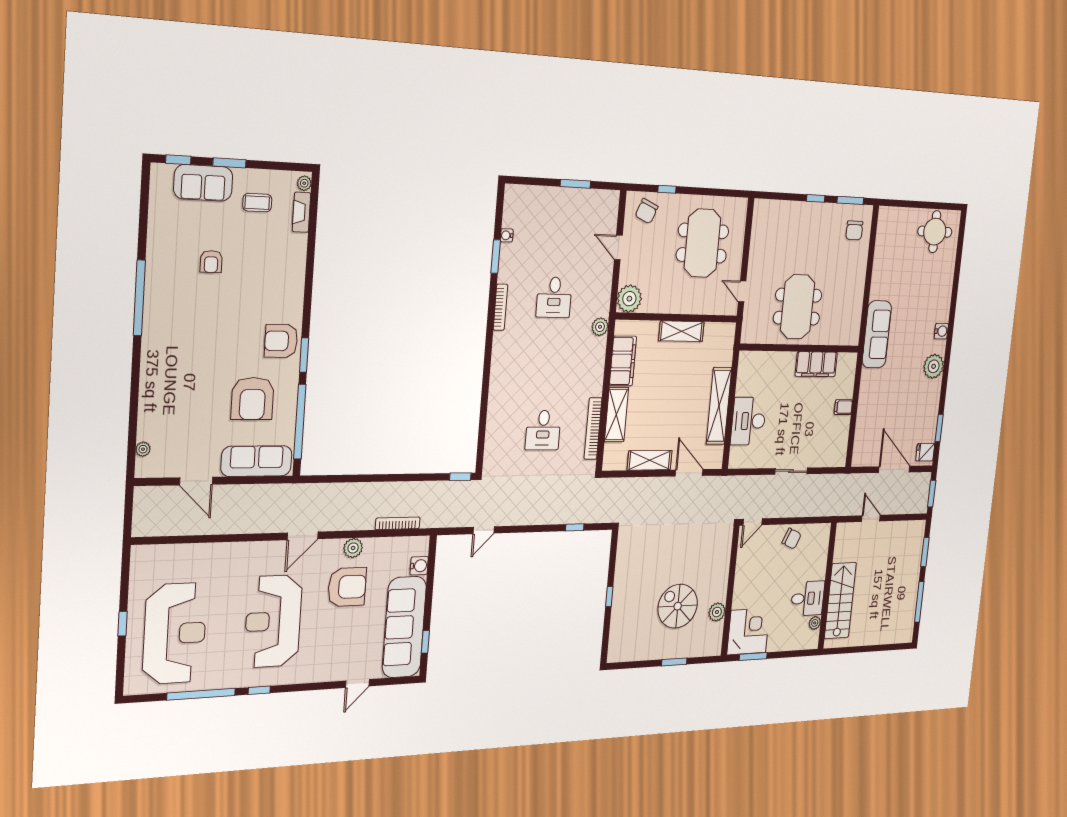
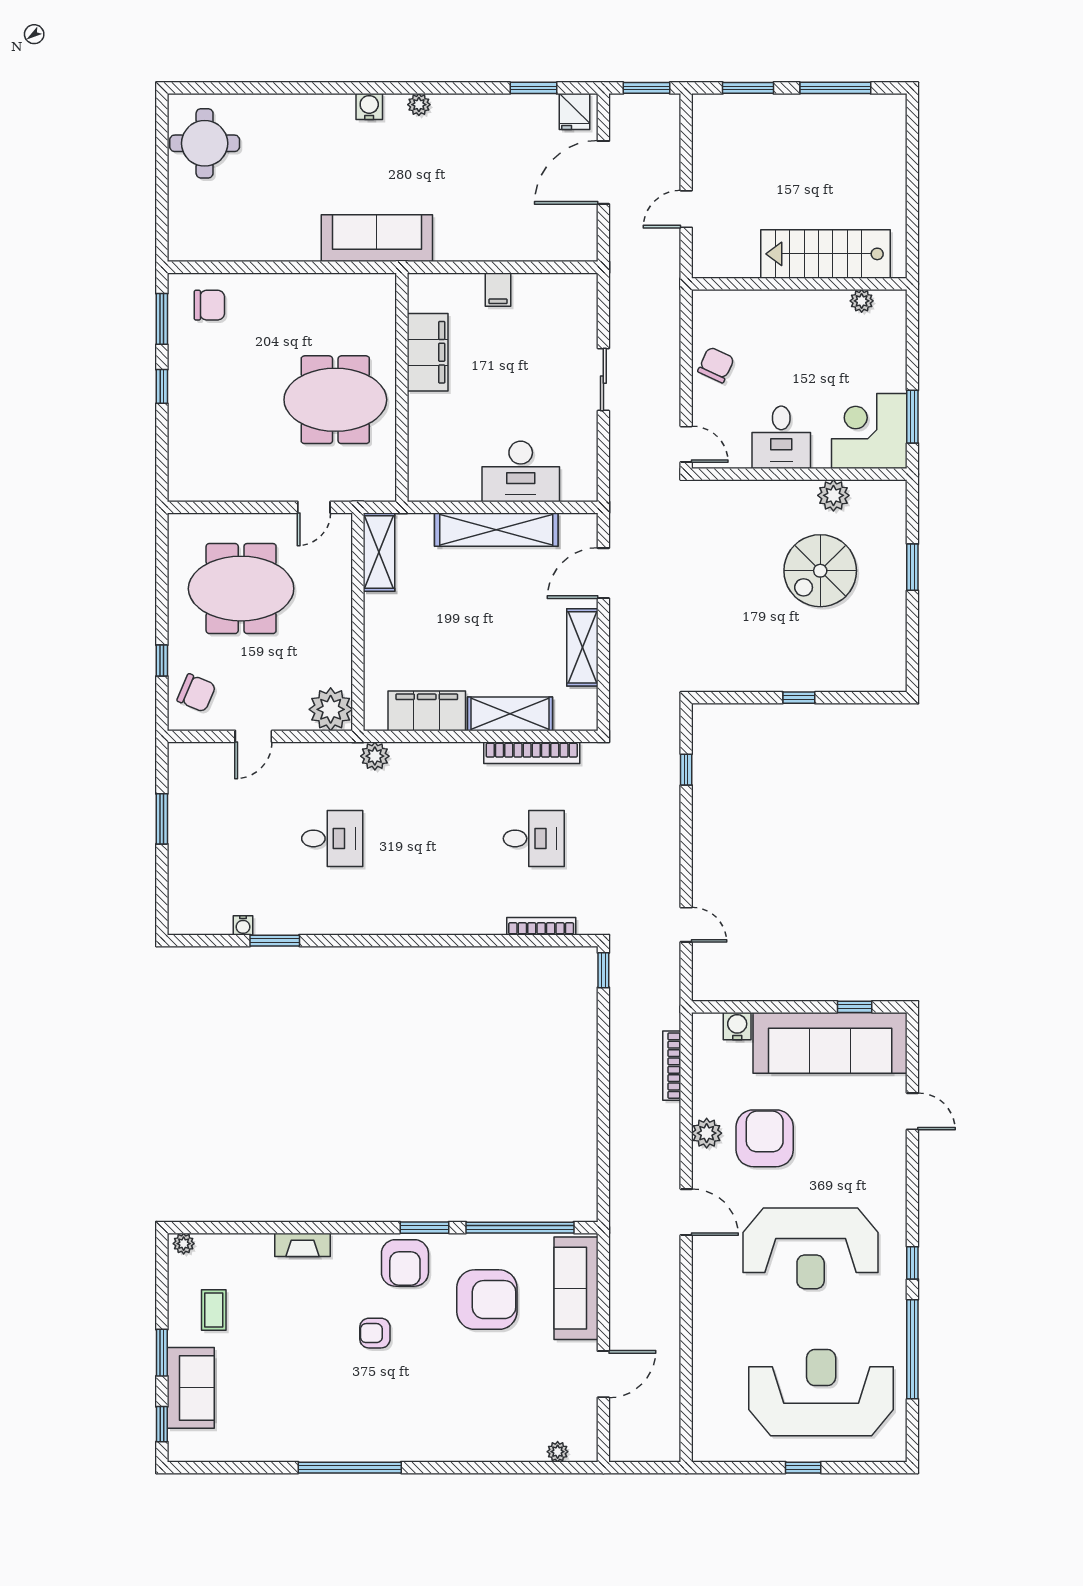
fireplace: (302, 212) -> (302, 1245), moved
armchair: (211, 262) -> (375, 1333), moved, turned 180
bookcase: (500, 307) -> (541, 926), moved
shelving: (681, 331) -> (379, 552), moved
plant: (934, 366) -> (419, 105), width x0.53, depth x0.53
desk: (808, 598) -> (781, 437), moved, turned 180

